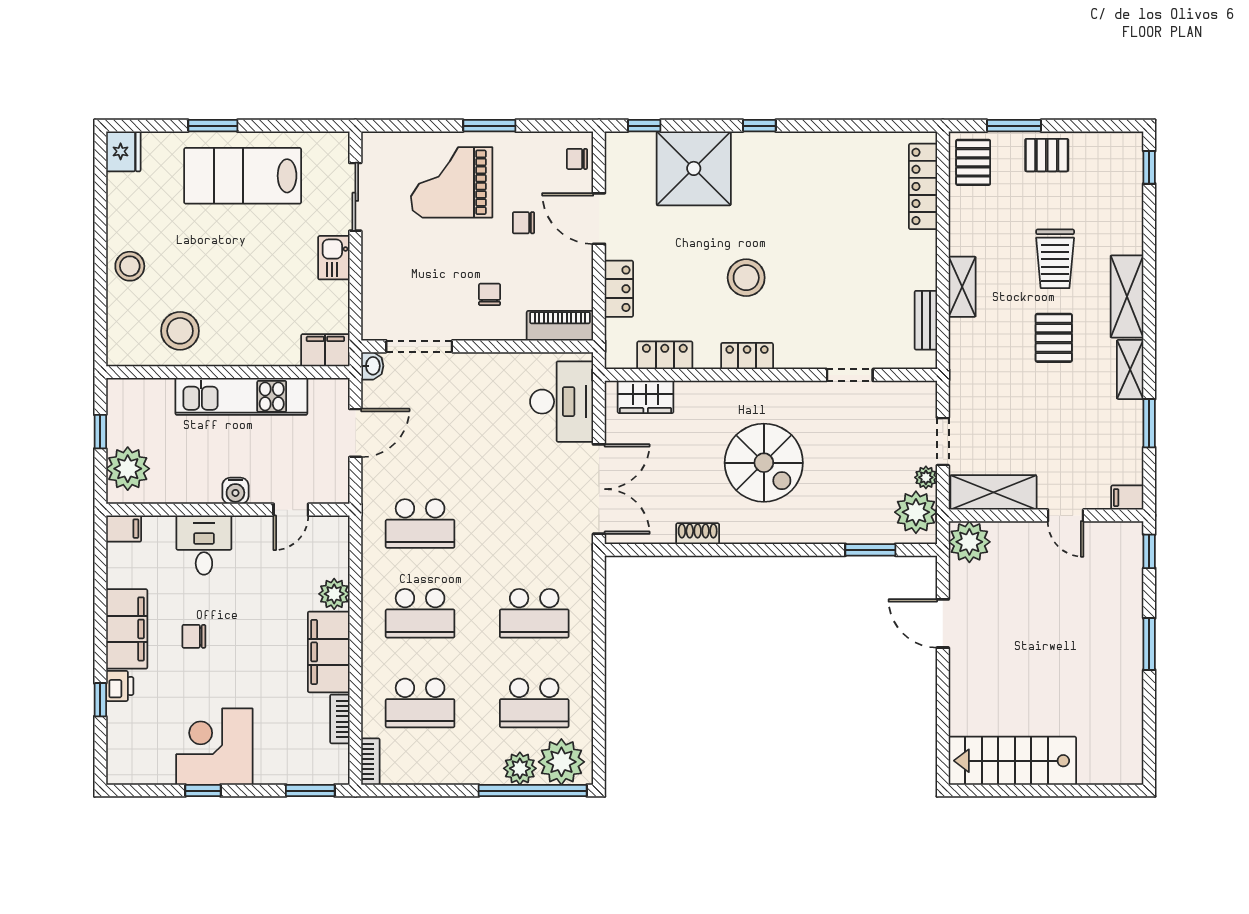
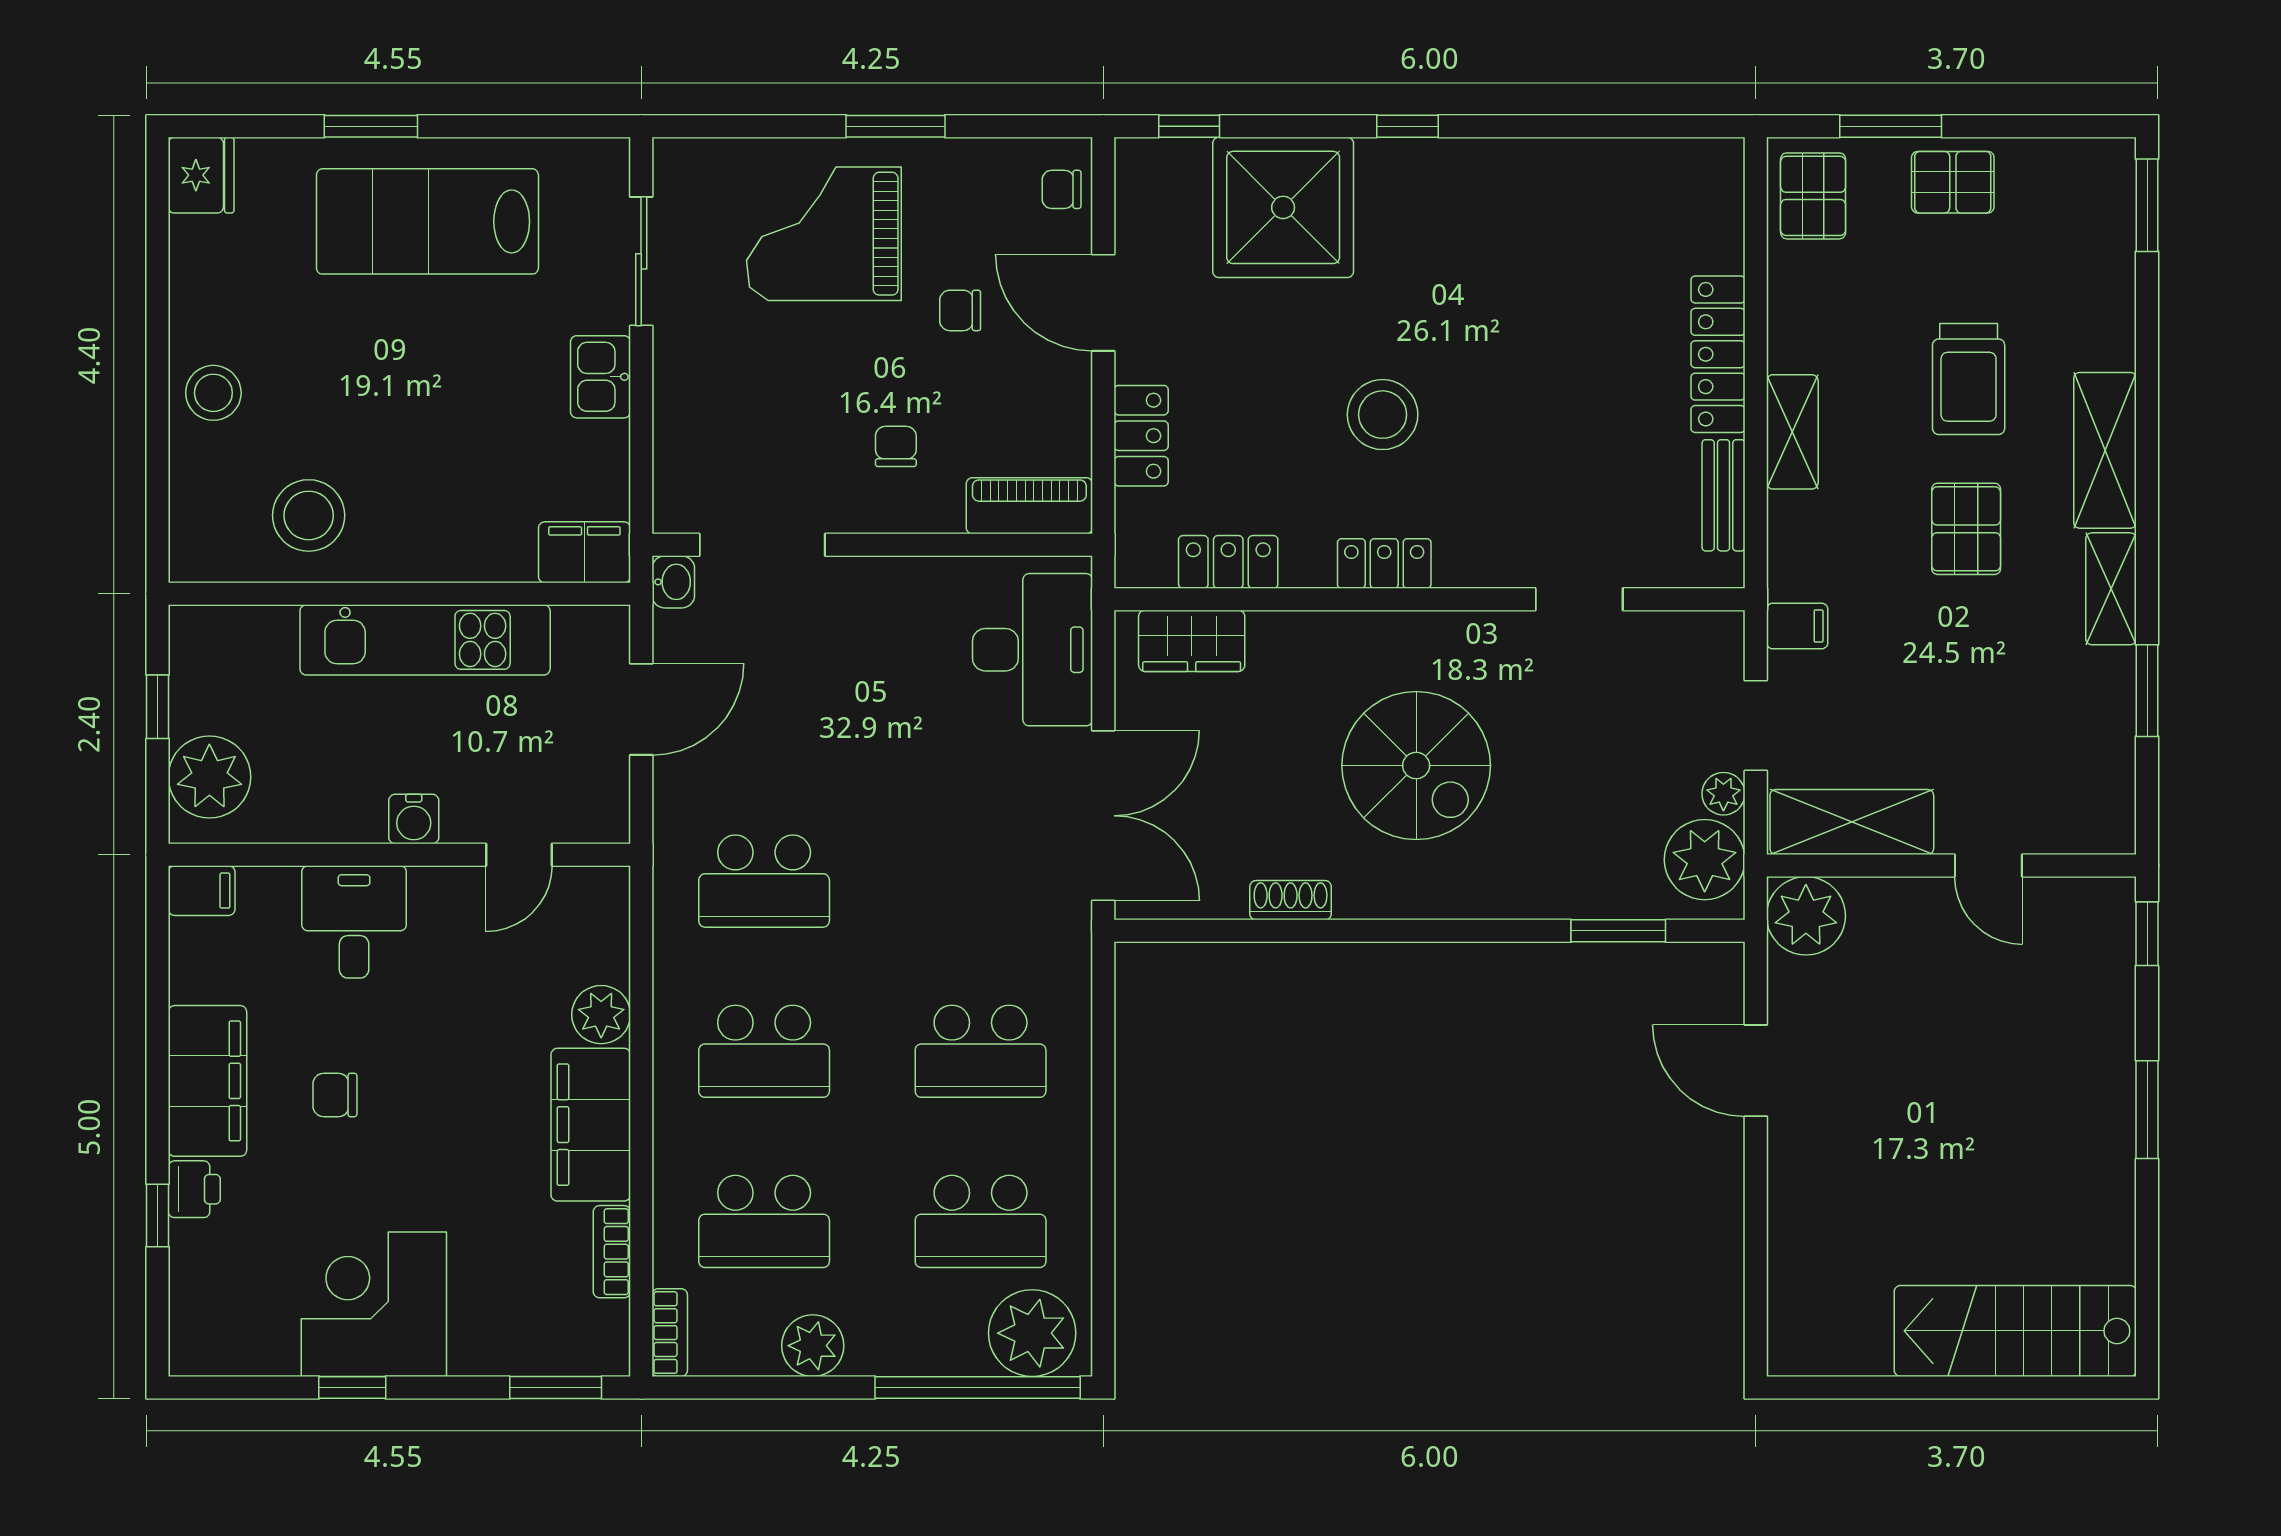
window: (1149, 167) -> (2147, 205), width x1.50
locker: (923, 186) -> (1718, 354), moved
filing cabinet: (1127, 498) -> (1797, 626), moved, turned 180
stairs: (1012, 761) -> (2015, 1331), moved
plant: (520, 768) -> (813, 1346), moved

